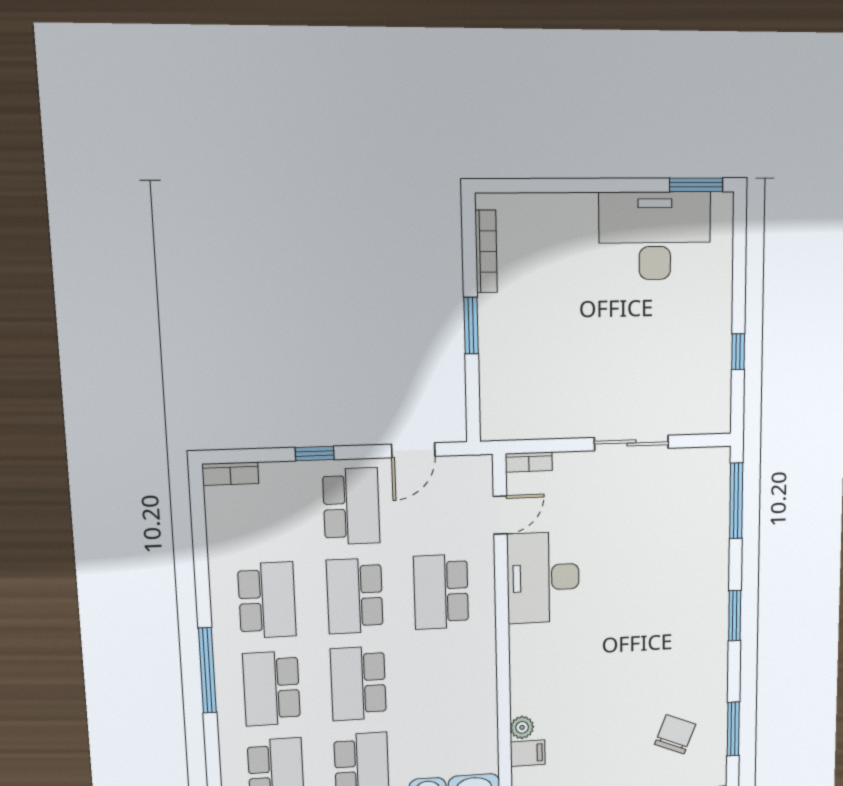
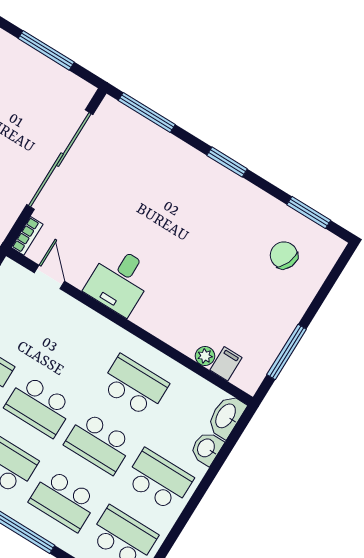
window: (738, 352) -> (46, 50), width x2.17
sliding door: (632, 443) -> (60, 160), width x1.86
desk: (543, 578) -> (119, 281), width x0.73
school desk: (441, 592) -> (134, 386), moved, turned 180

